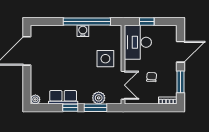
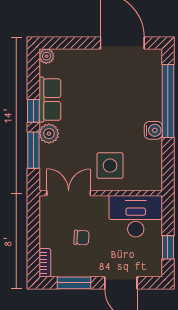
window: (87, 22) -> (168, 101), moved
window: (147, 22) -> (168, 247), moved
double door: (123, 85) -> (69, 193), swing flipped
plant: (99, 98) -> (49, 134), moved

